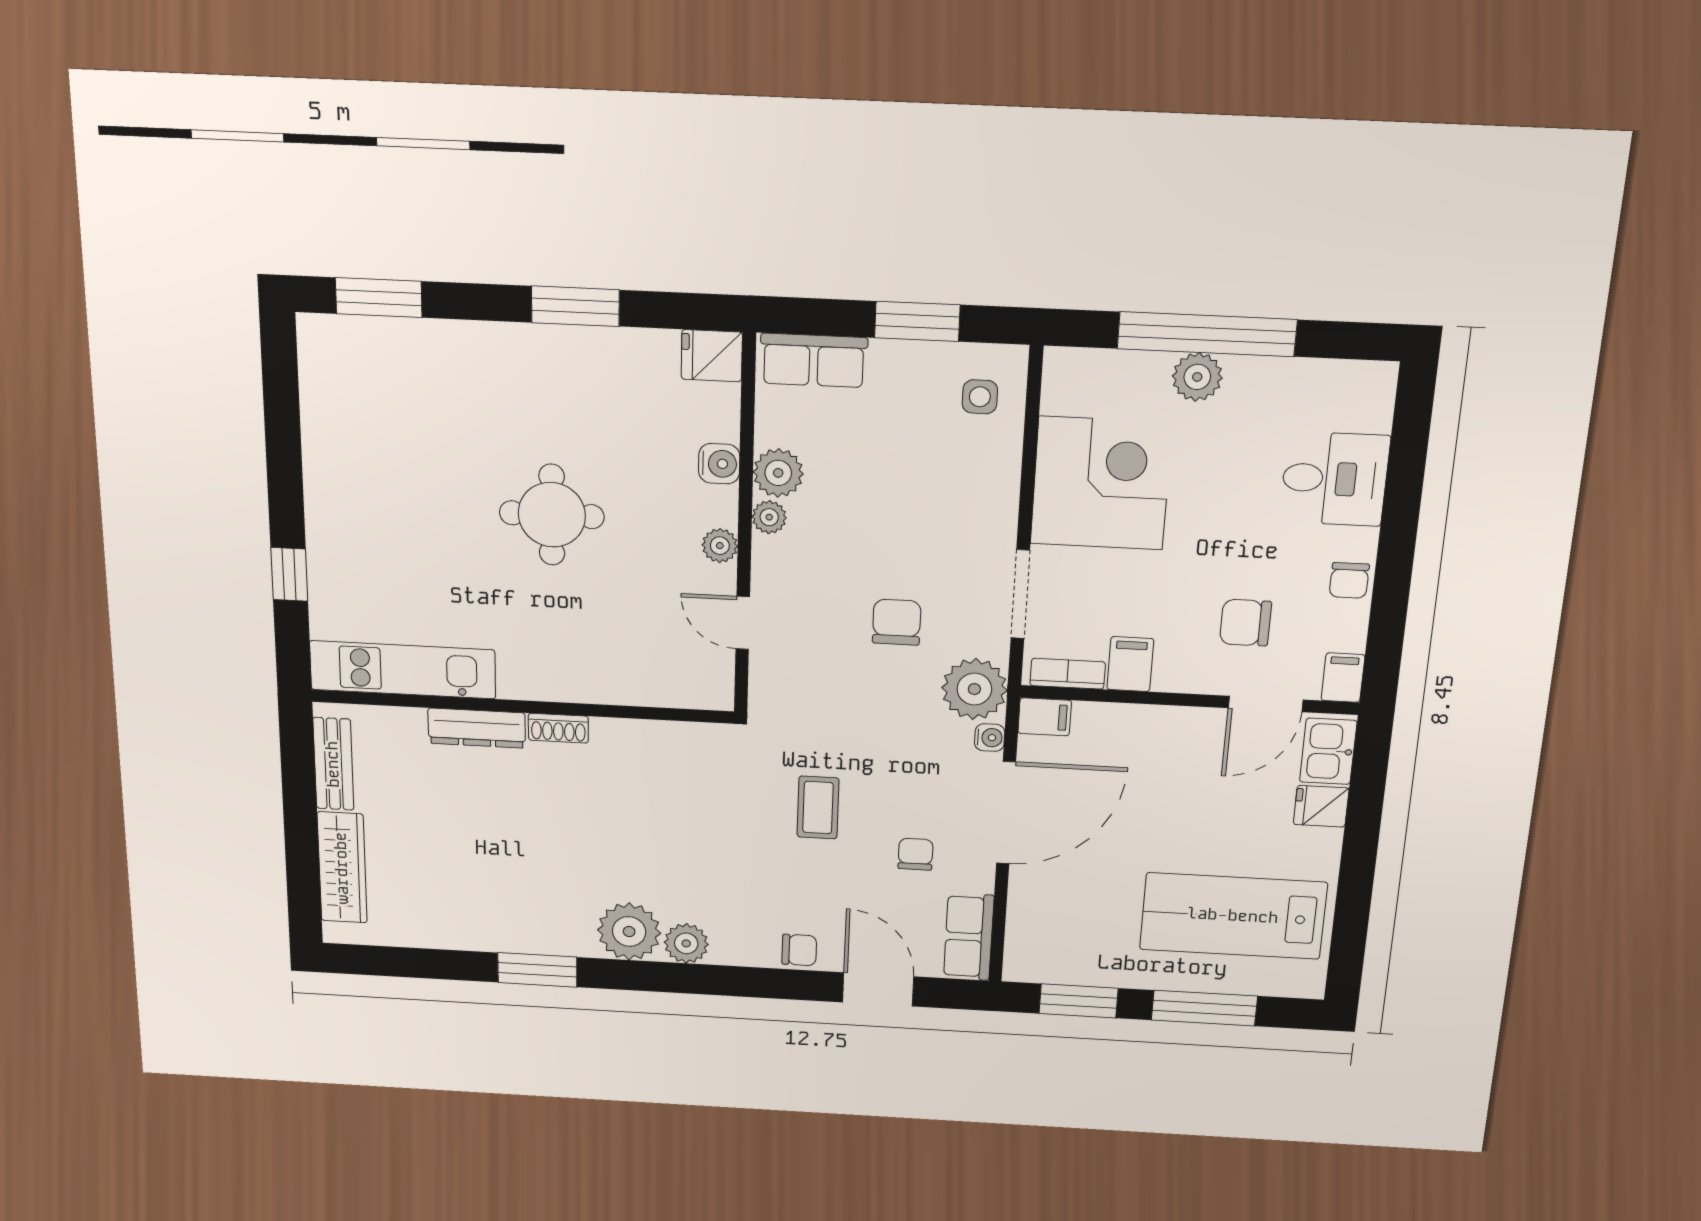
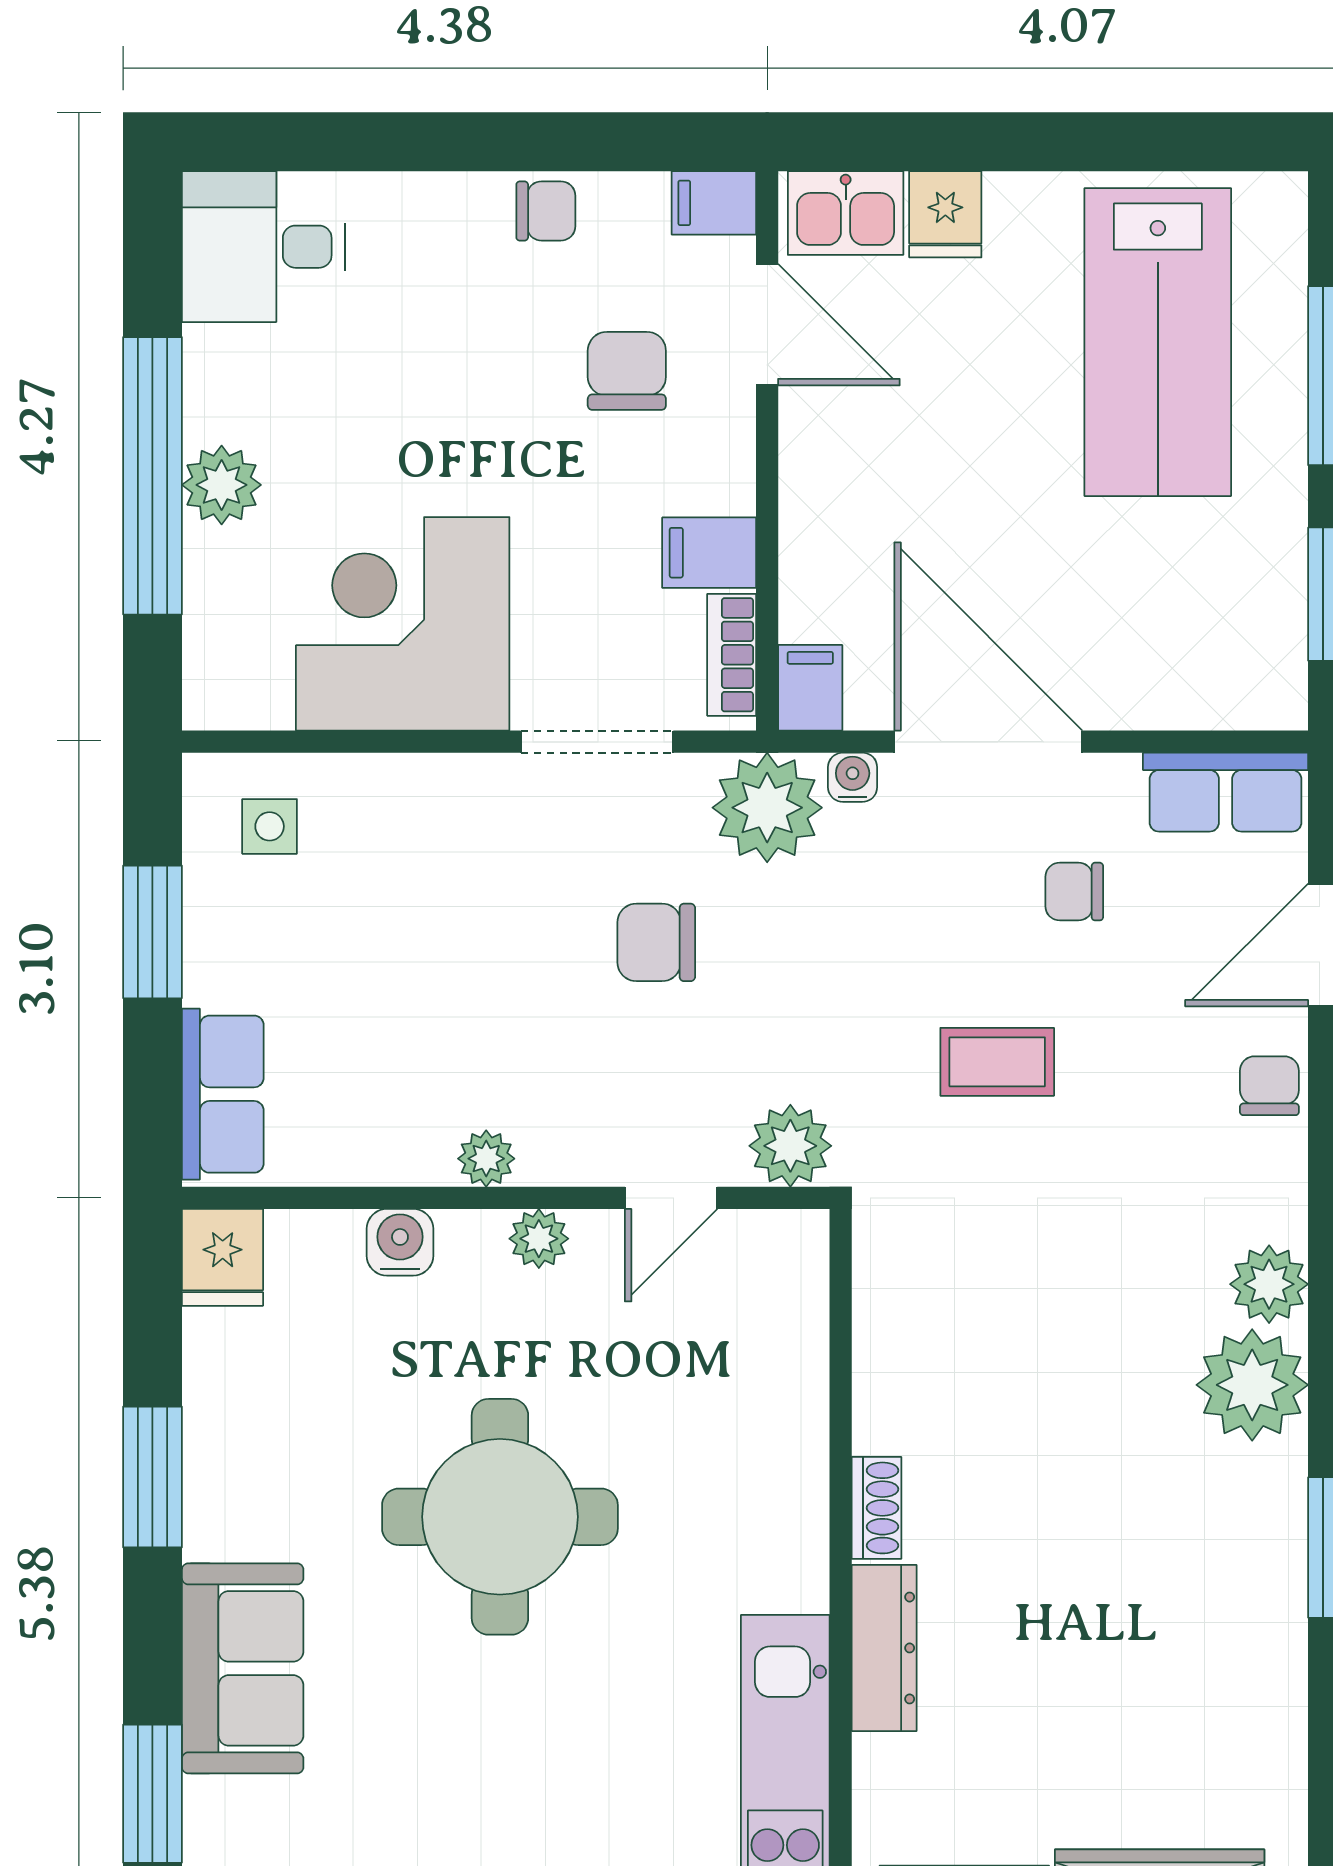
sofa: (457, 357) -> (243, 1668), added
plant: (778, 473) -> (790, 1146), moved
desk: (1335, 479) -> (263, 247), moved, turned -90
round table: (552, 515) -> (500, 1517), width x1.36, depth x1.36
chair: (1246, 623) -> (627, 371), turned 180

